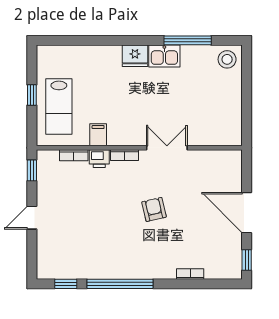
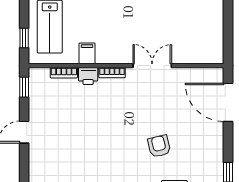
window: (32, 95) -> (24, 38), moved
armchair: (154, 209) -> (159, 146), moved
door: (247, 213) -> (228, 102), moved

